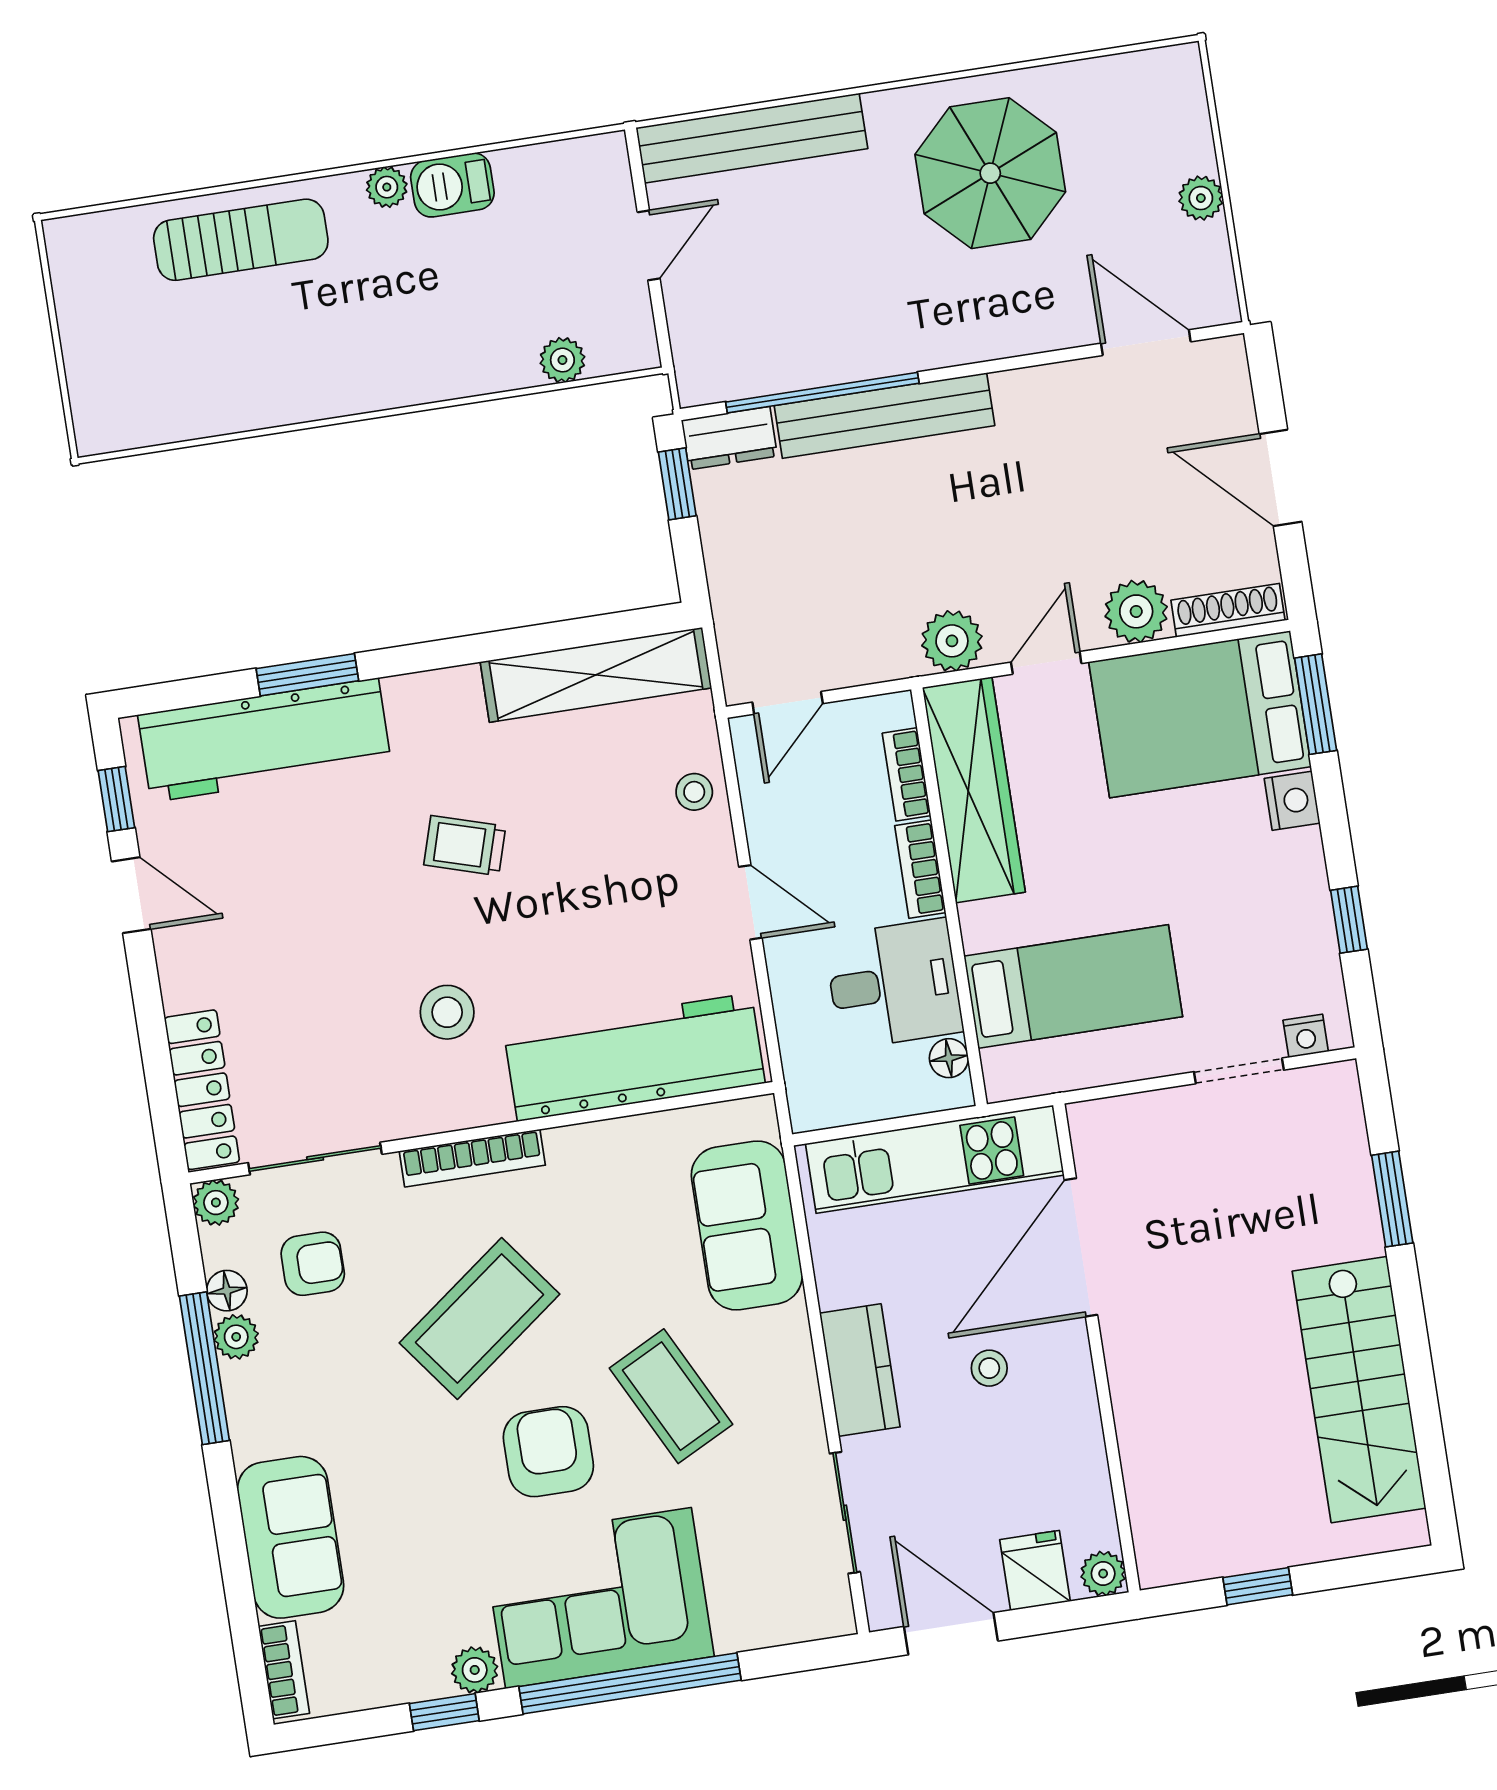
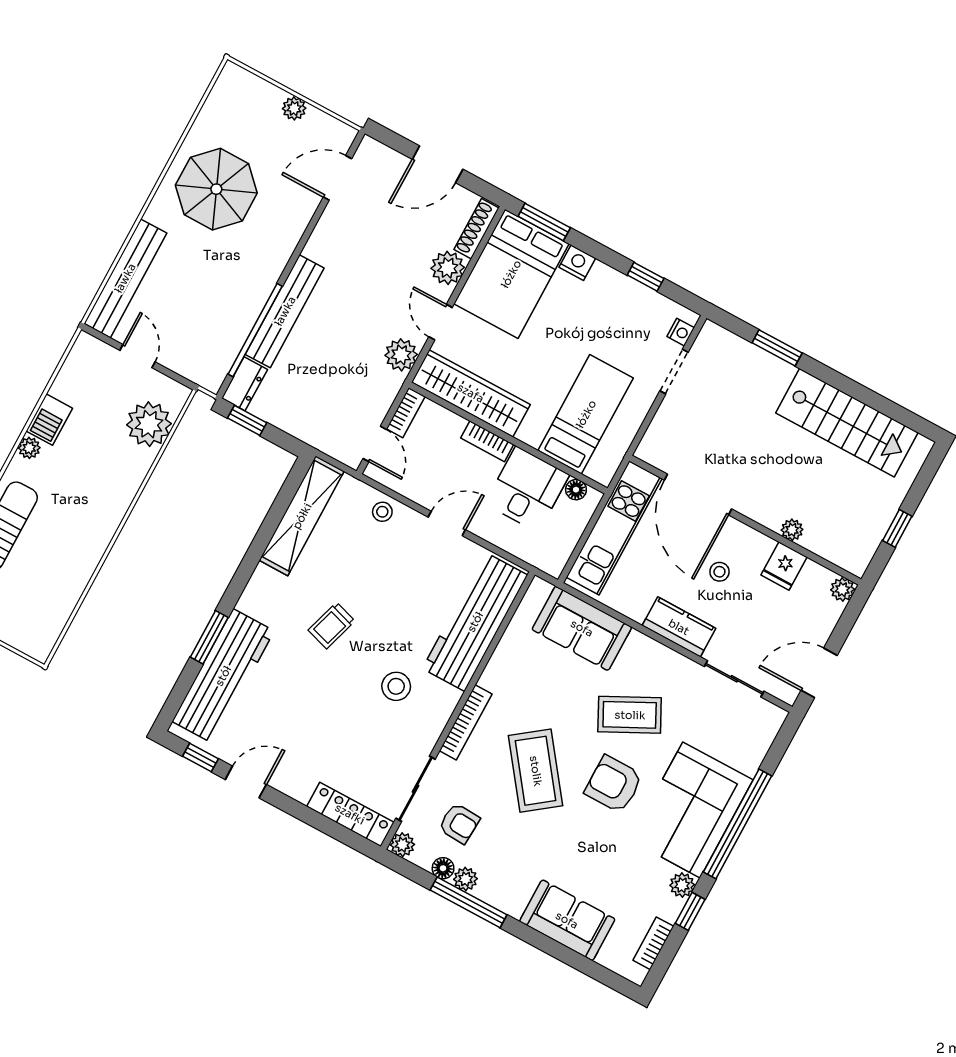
plant: (562, 360) -> (149, 424), width x1.87, depth x1.87
bookcase: (907, 774) -> (406, 413), moved, turned -90
armchair: (313, 1264) -> (459, 823), turned 93
plant: (1135, 1429) -> (792, 530), added
fridge: (1035, 1570) -> (784, 566), moved, turned -90
bookcase: (284, 1670) -> (653, 943), moved, turned -90

